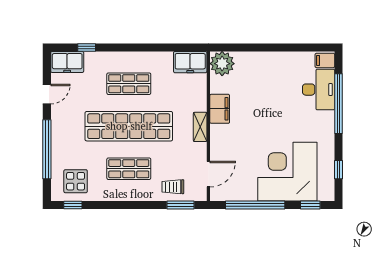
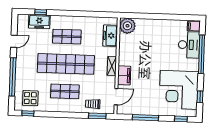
freezer: (67, 62) -> (39, 22), moved
freezer: (190, 62) -> (110, 36), moved, turned 90
filing cabinet: (220, 109) -> (124, 75), moved
corner desk: (287, 172) -> (179, 90), moved, turned -90
window: (255, 205) -> (145, 118), width x0.68

